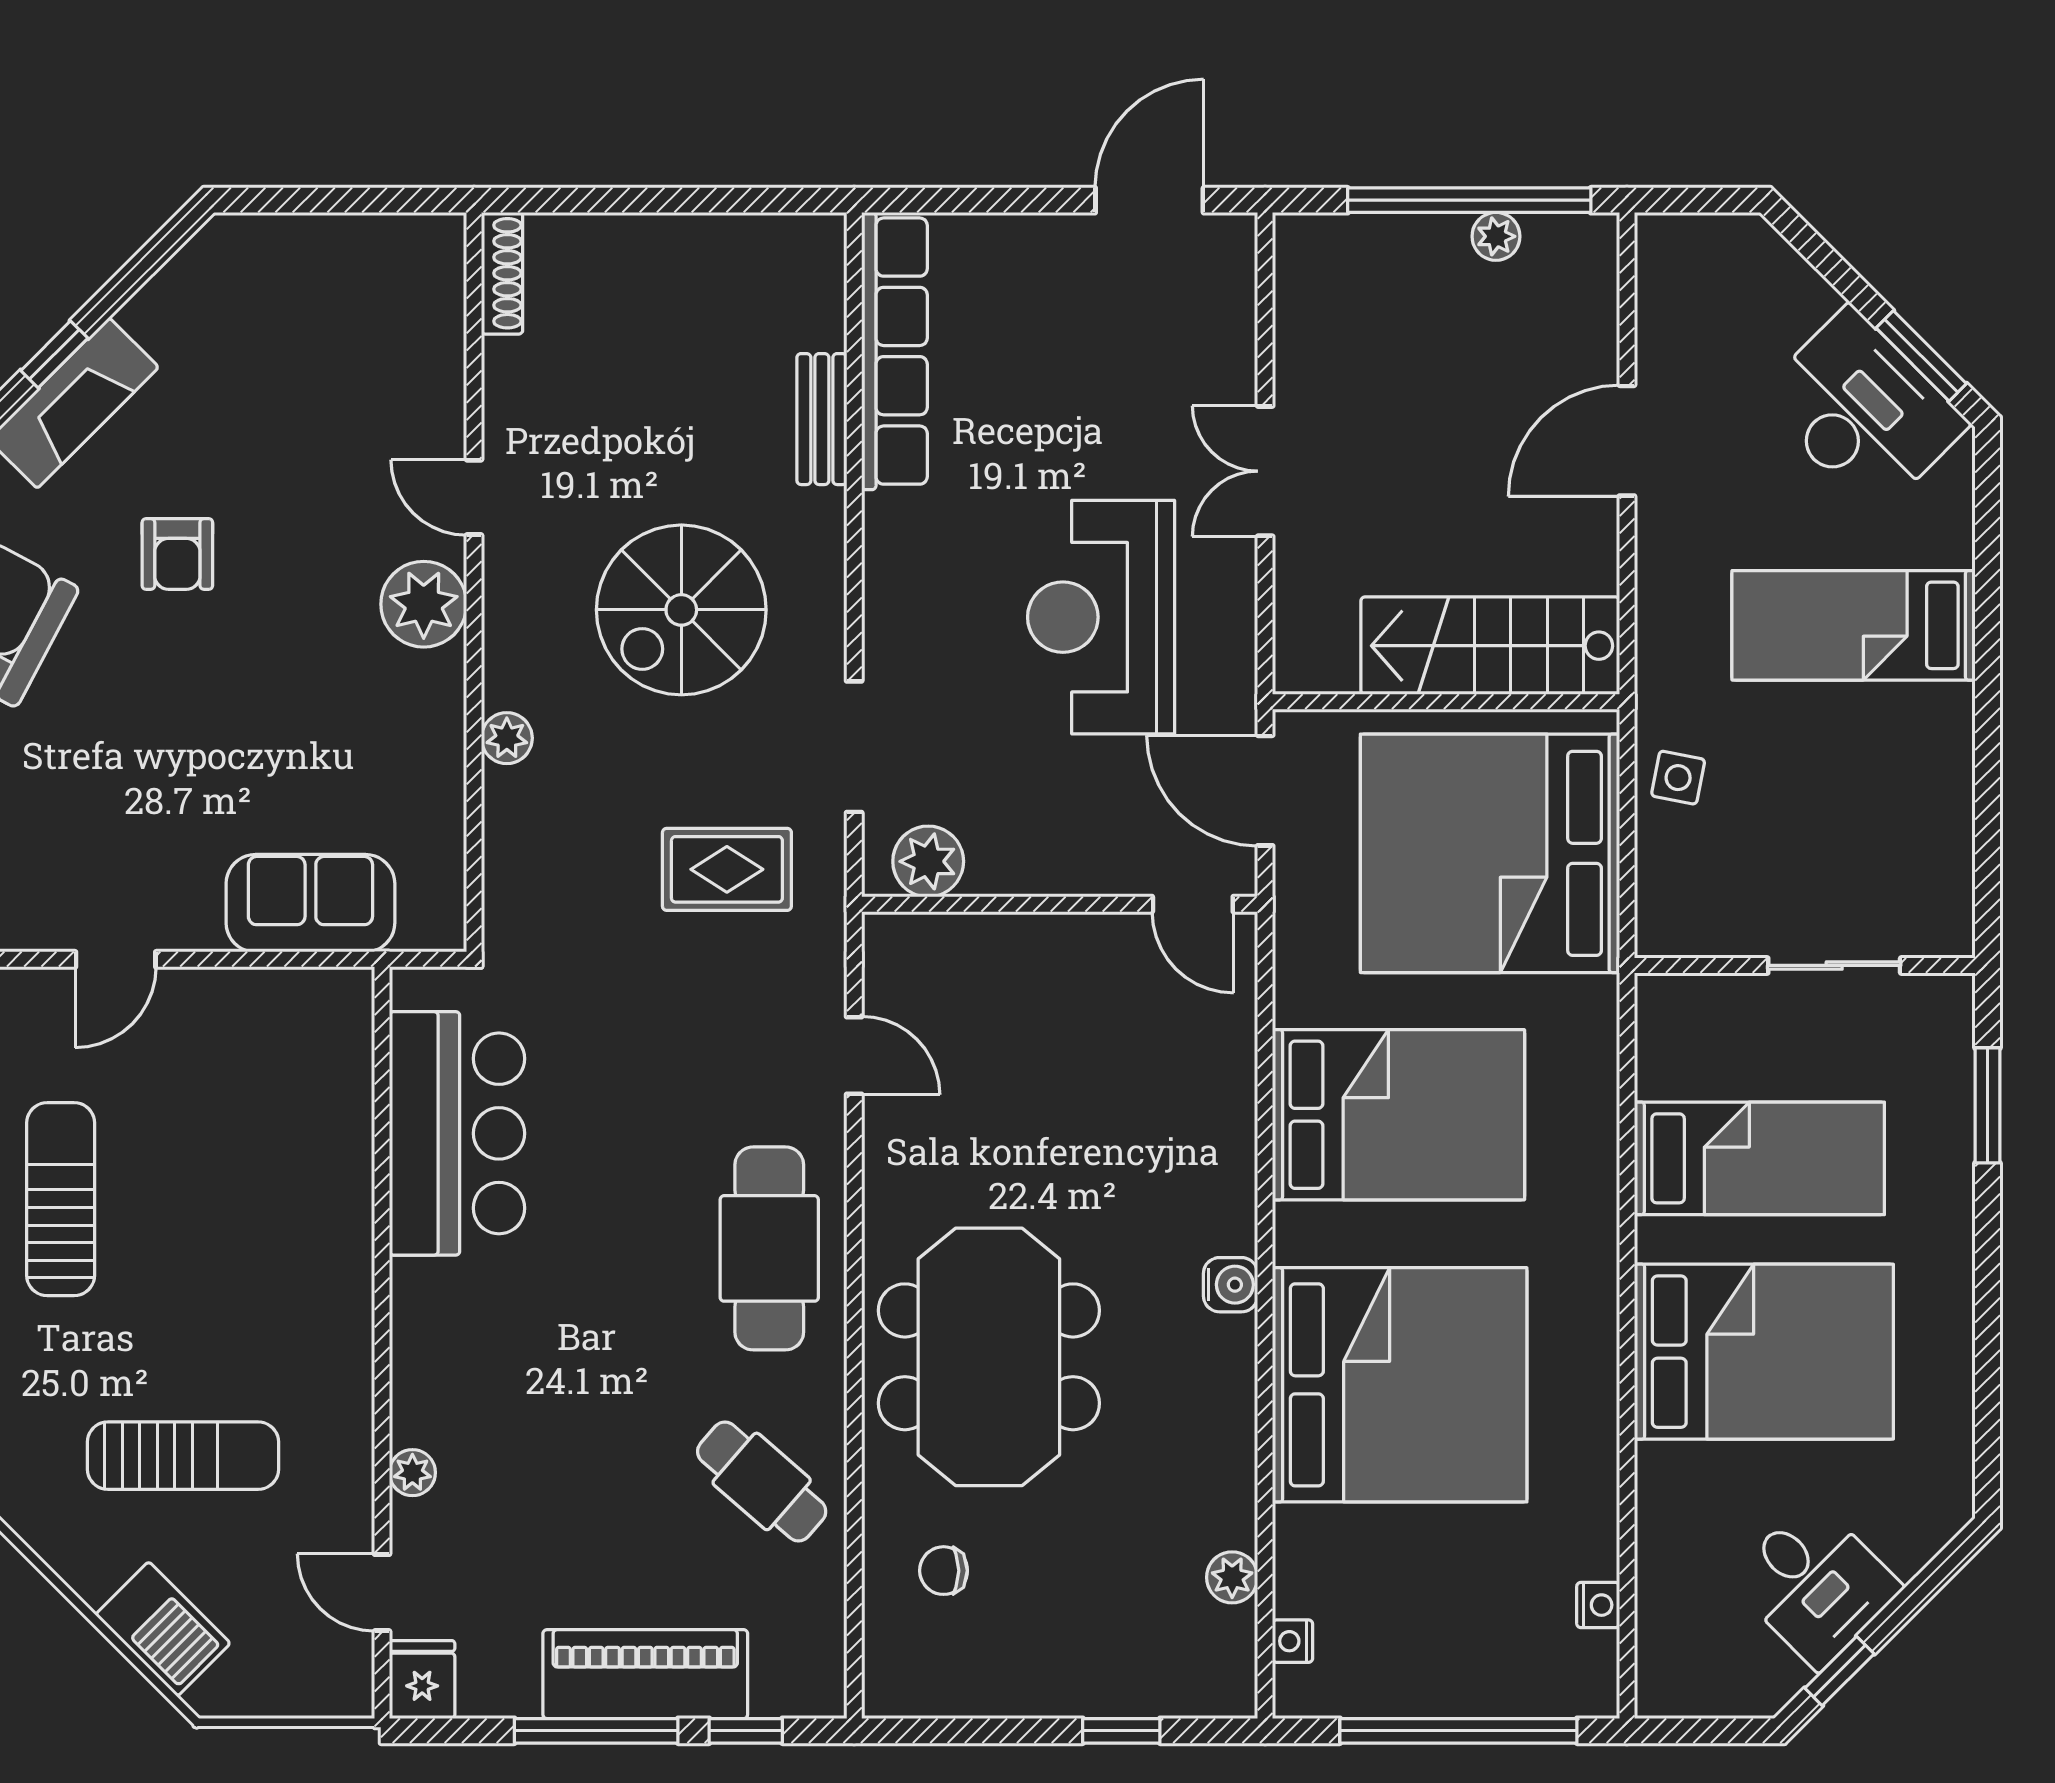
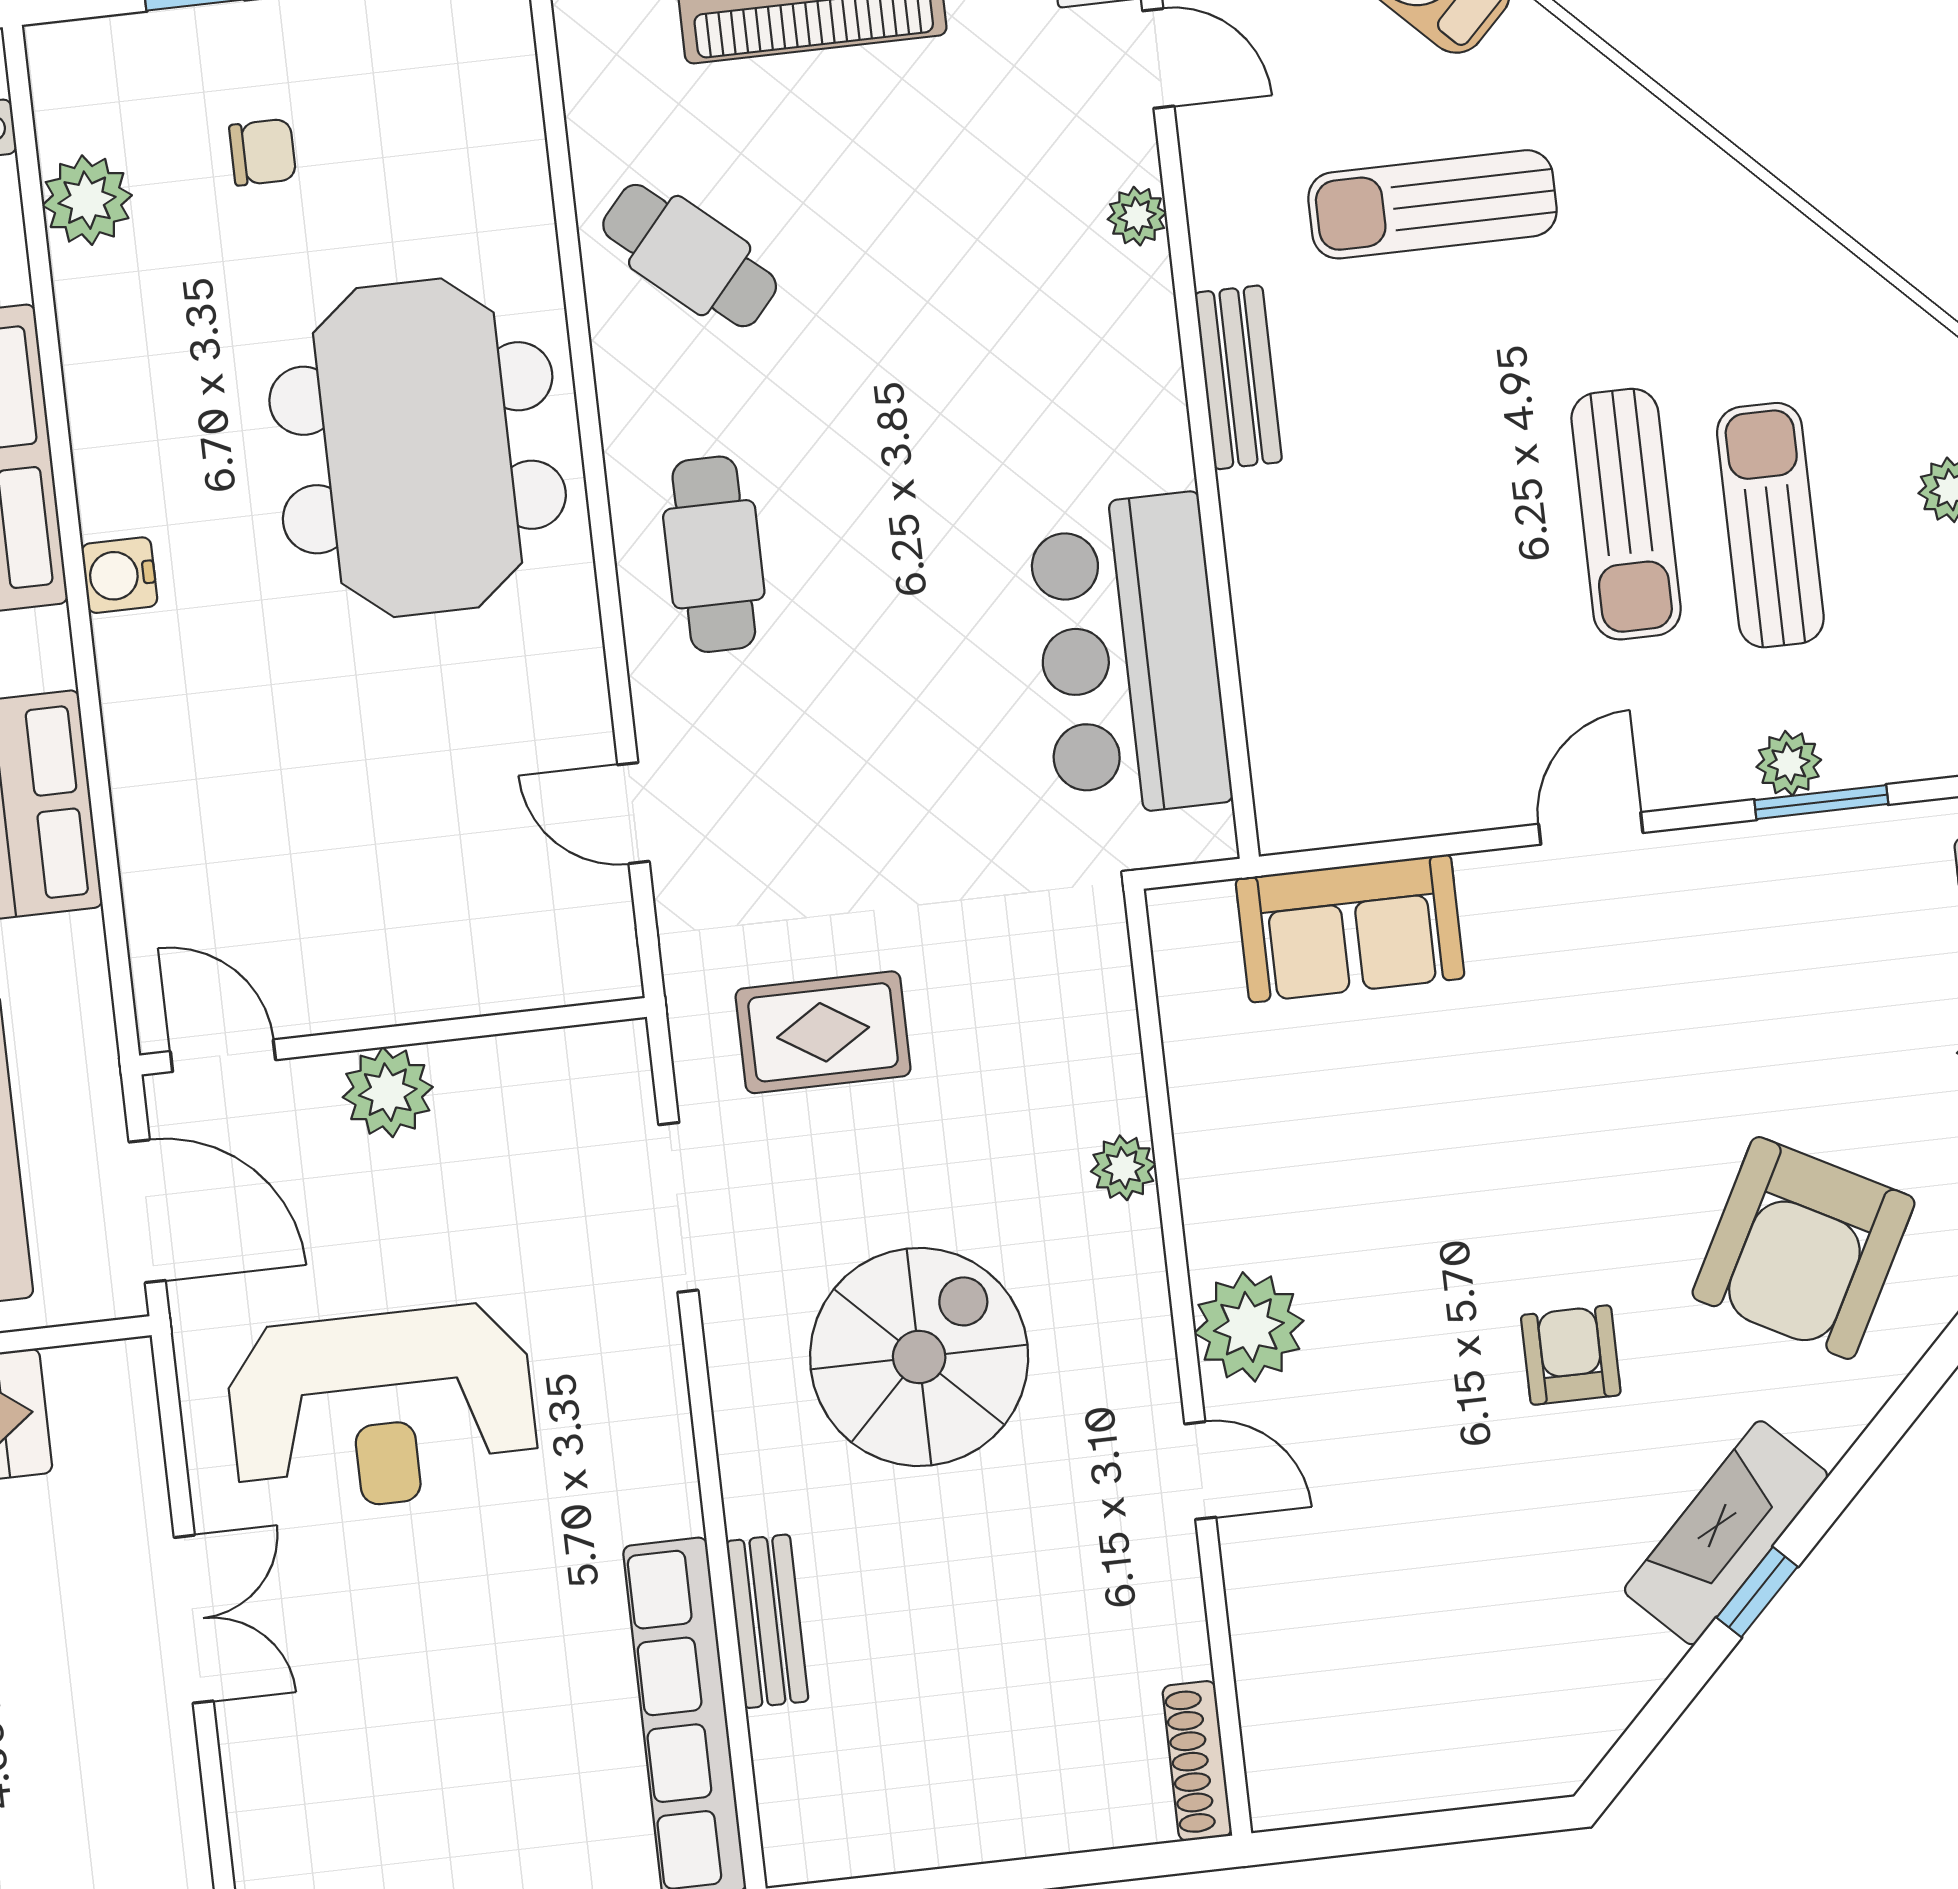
reception desk: (1101, 617) -> (382, 1409), turned 90
plant: (928, 861) -> (388, 1092), moved
cafe table: (769, 1248) -> (714, 554), width x0.73, depth x0.74
bench: (348, 1339) -> (1238, 377), added
chair: (944, 1571) -> (263, 152), moved
plant: (1232, 1577) -> (87, 200), width x1.38, depth x1.38

